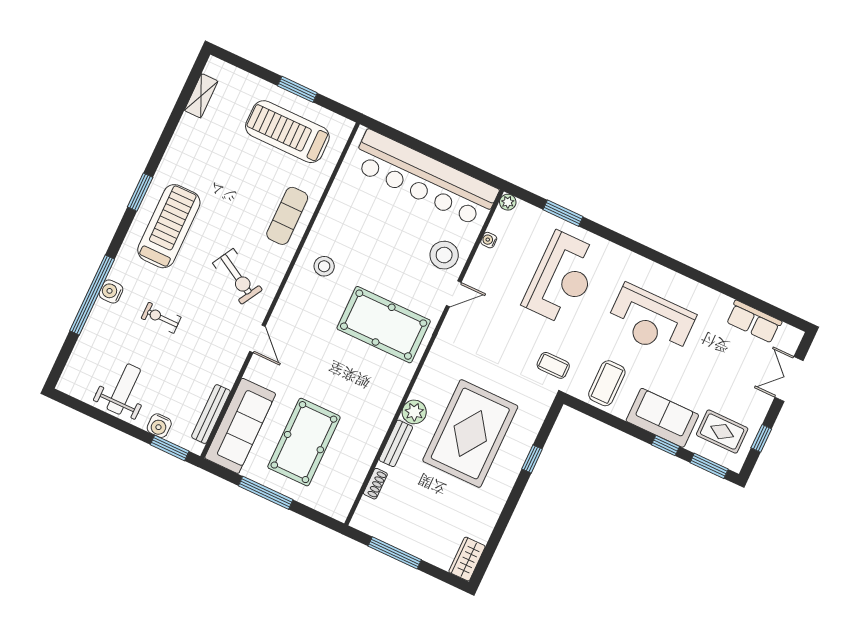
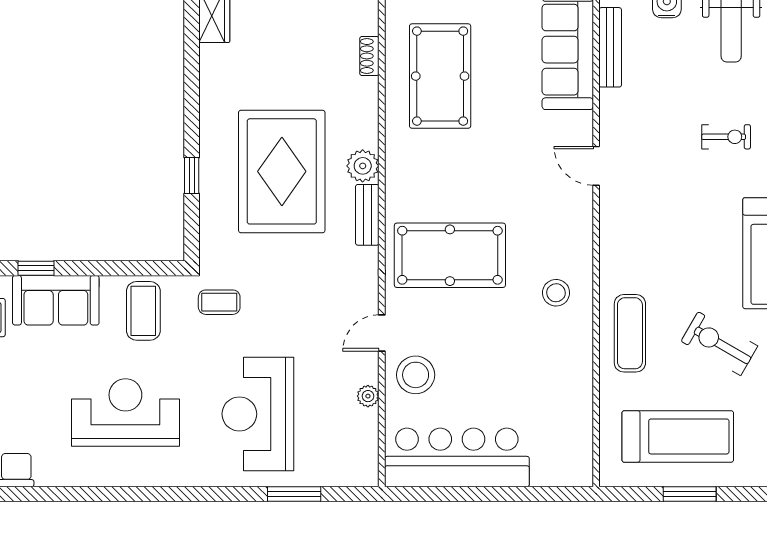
bar counter: (425, 179) -> (457, 457), width x0.73
plant: (508, 202) -> (368, 396), moved
water cooler: (489, 240) -> (370, 419), removed
exercise bike: (237, 276) -> (719, 344), moved
pool table: (304, 442) -> (440, 76), moved
bench: (396, 443) -> (367, 215), moved

